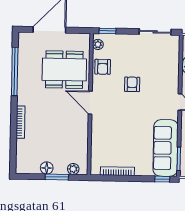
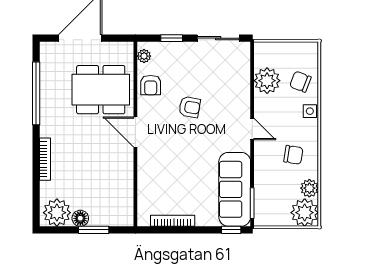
window: (107, 31) -> (172, 38), moved
armchair: (132, 84) -> (189, 107), turned 100
plant: (73, 169) -> (57, 213), moved, width x1.88, depth x1.88

